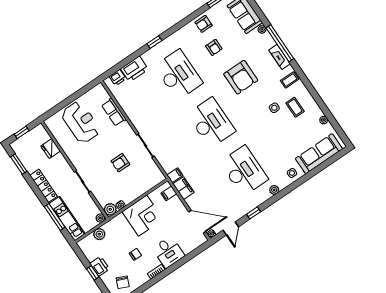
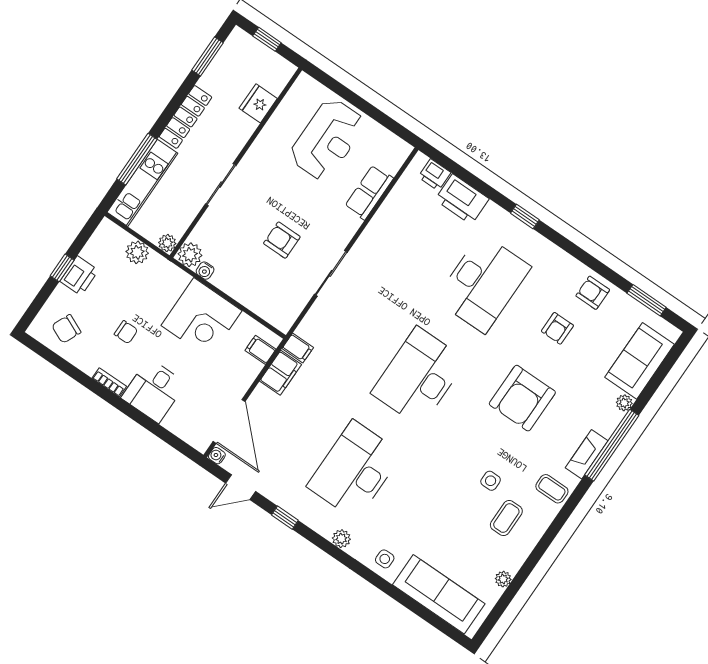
desk: (211, 123) -> (419, 377), turned 180
desk: (244, 171) -> (355, 470), turned 180

